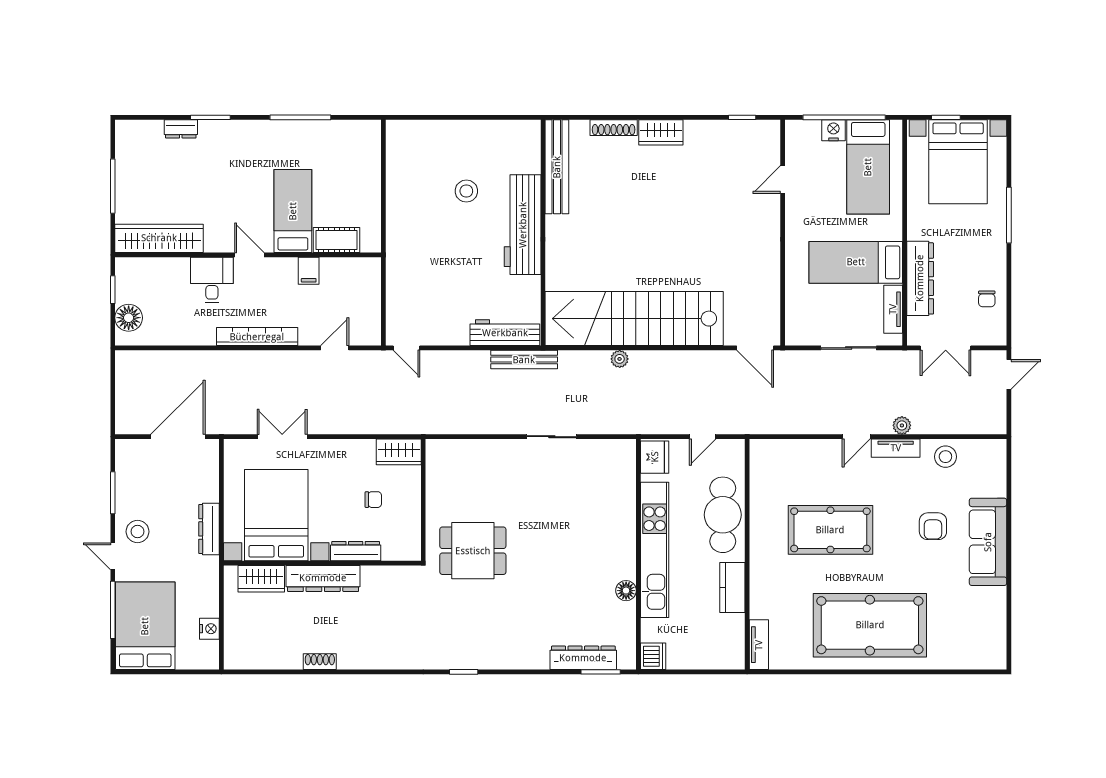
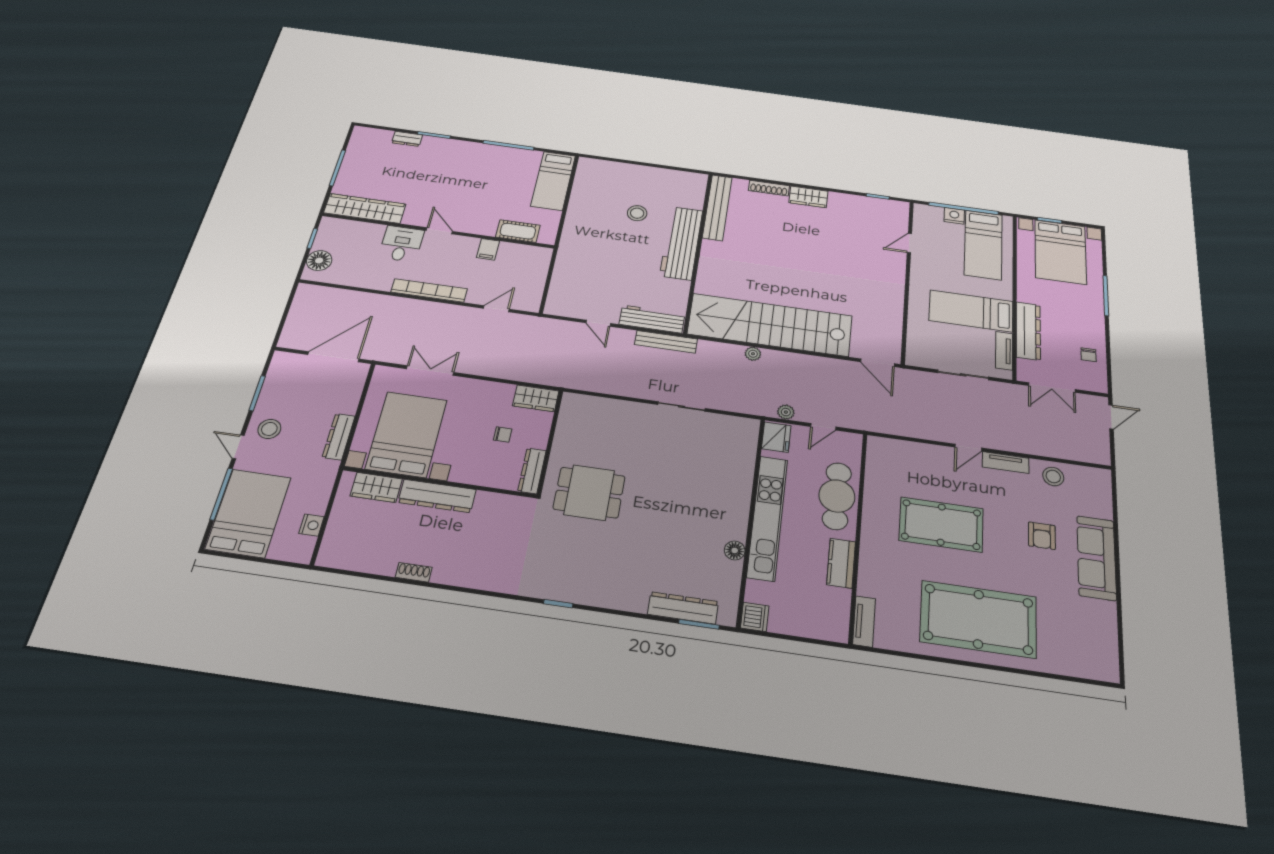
bed: (293, 211) -> (553, 181), moved, turned 180
door: (406, 348) -> (598, 323), moved
plant: (902, 425) -> (786, 412), moved
dresser: (356, 551) -> (532, 471), moved, turned -90

